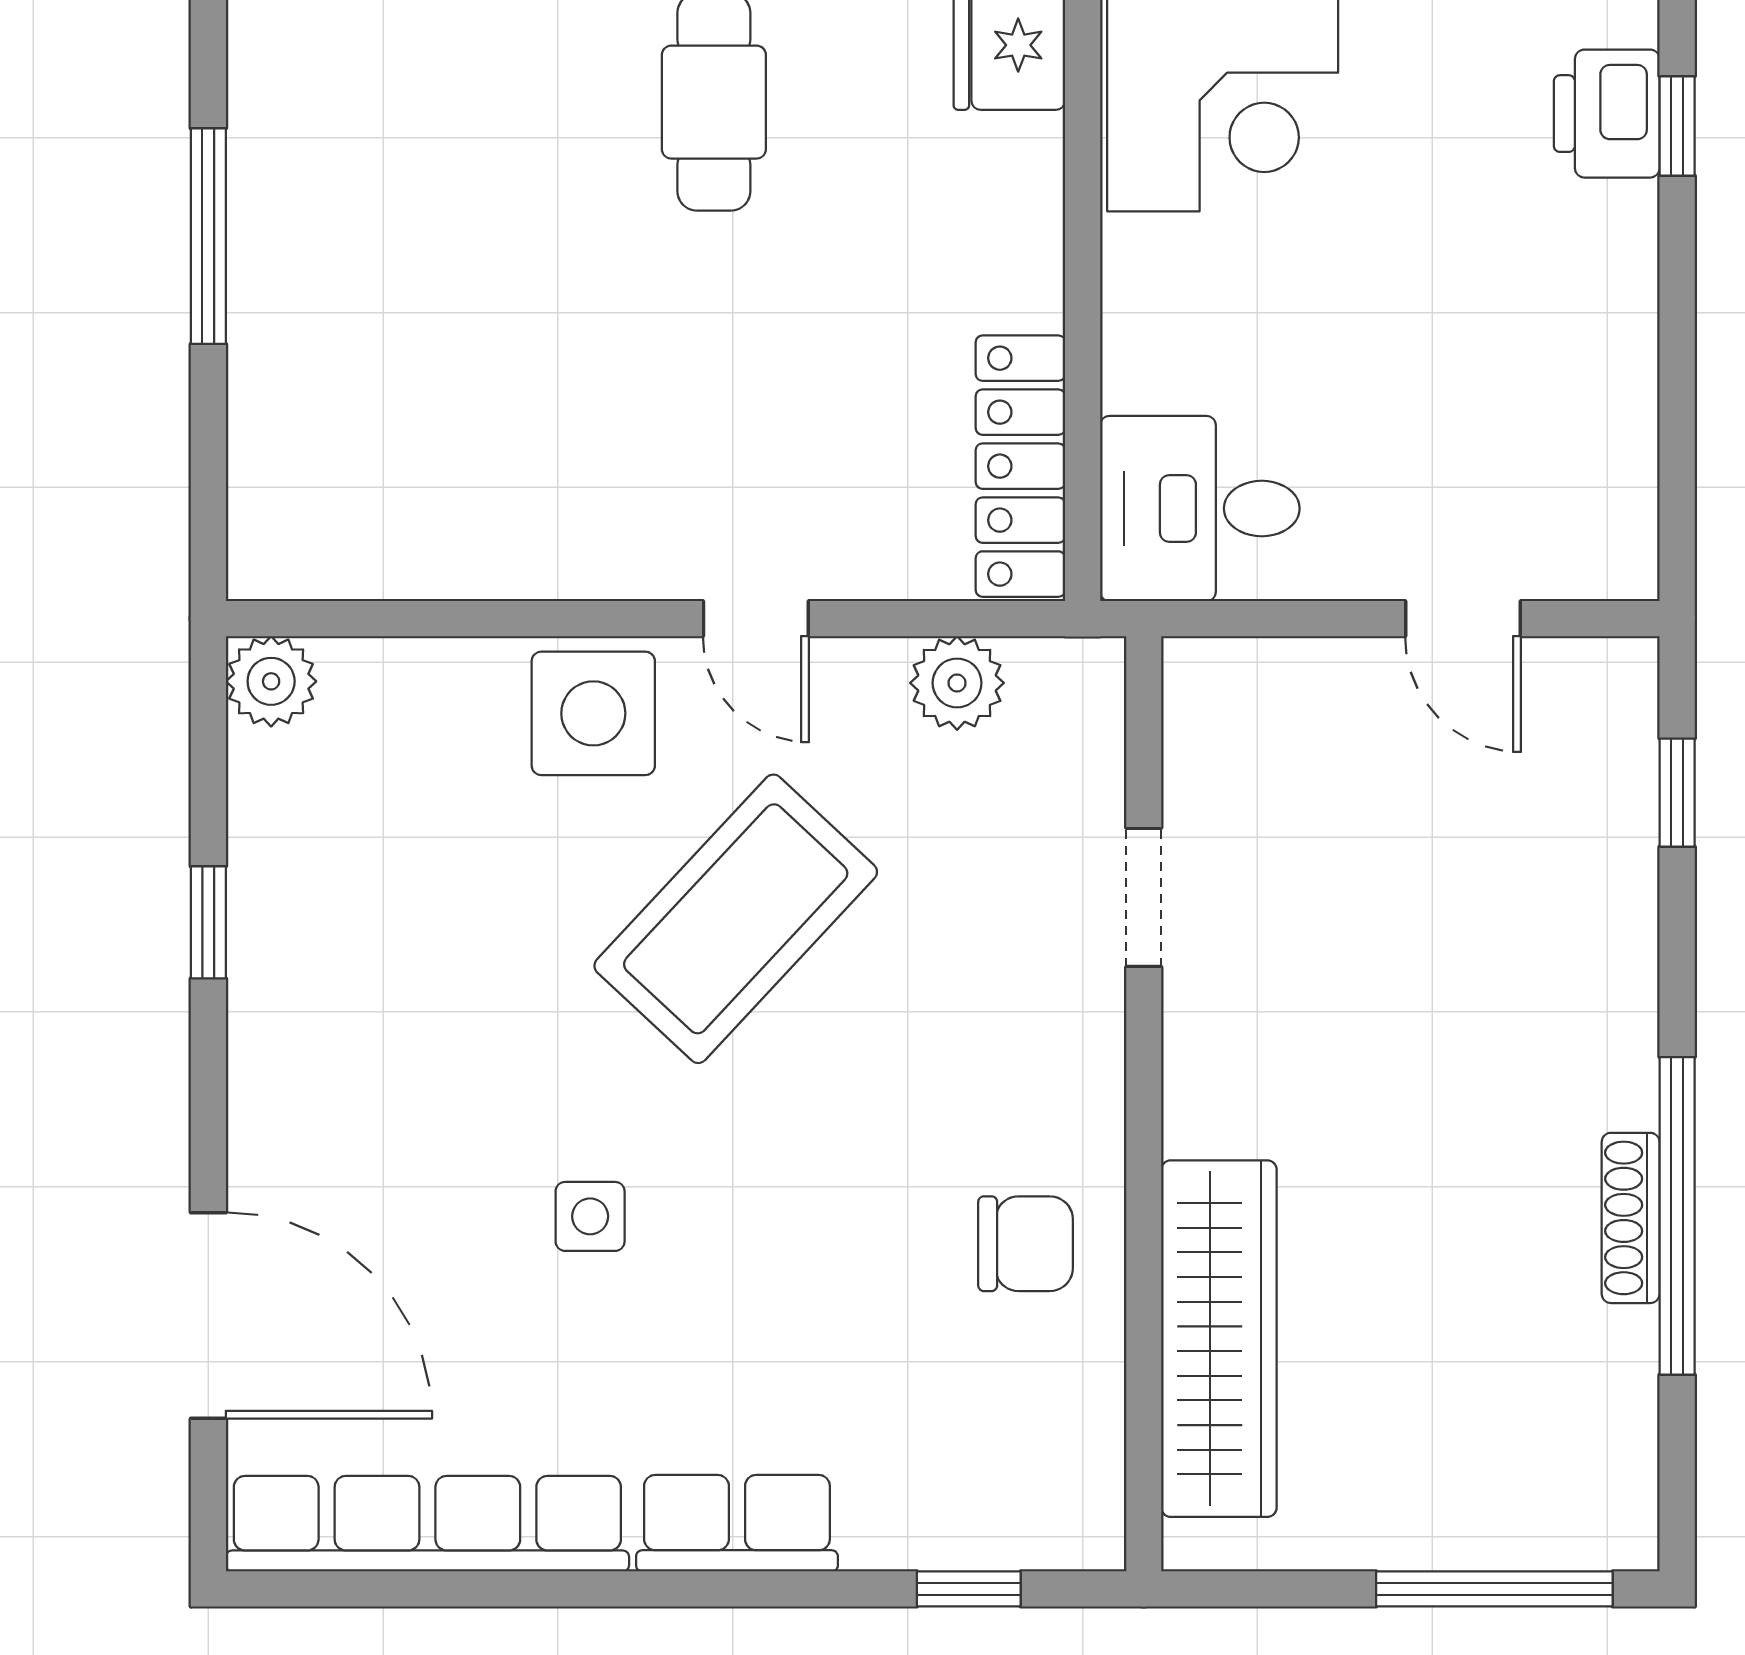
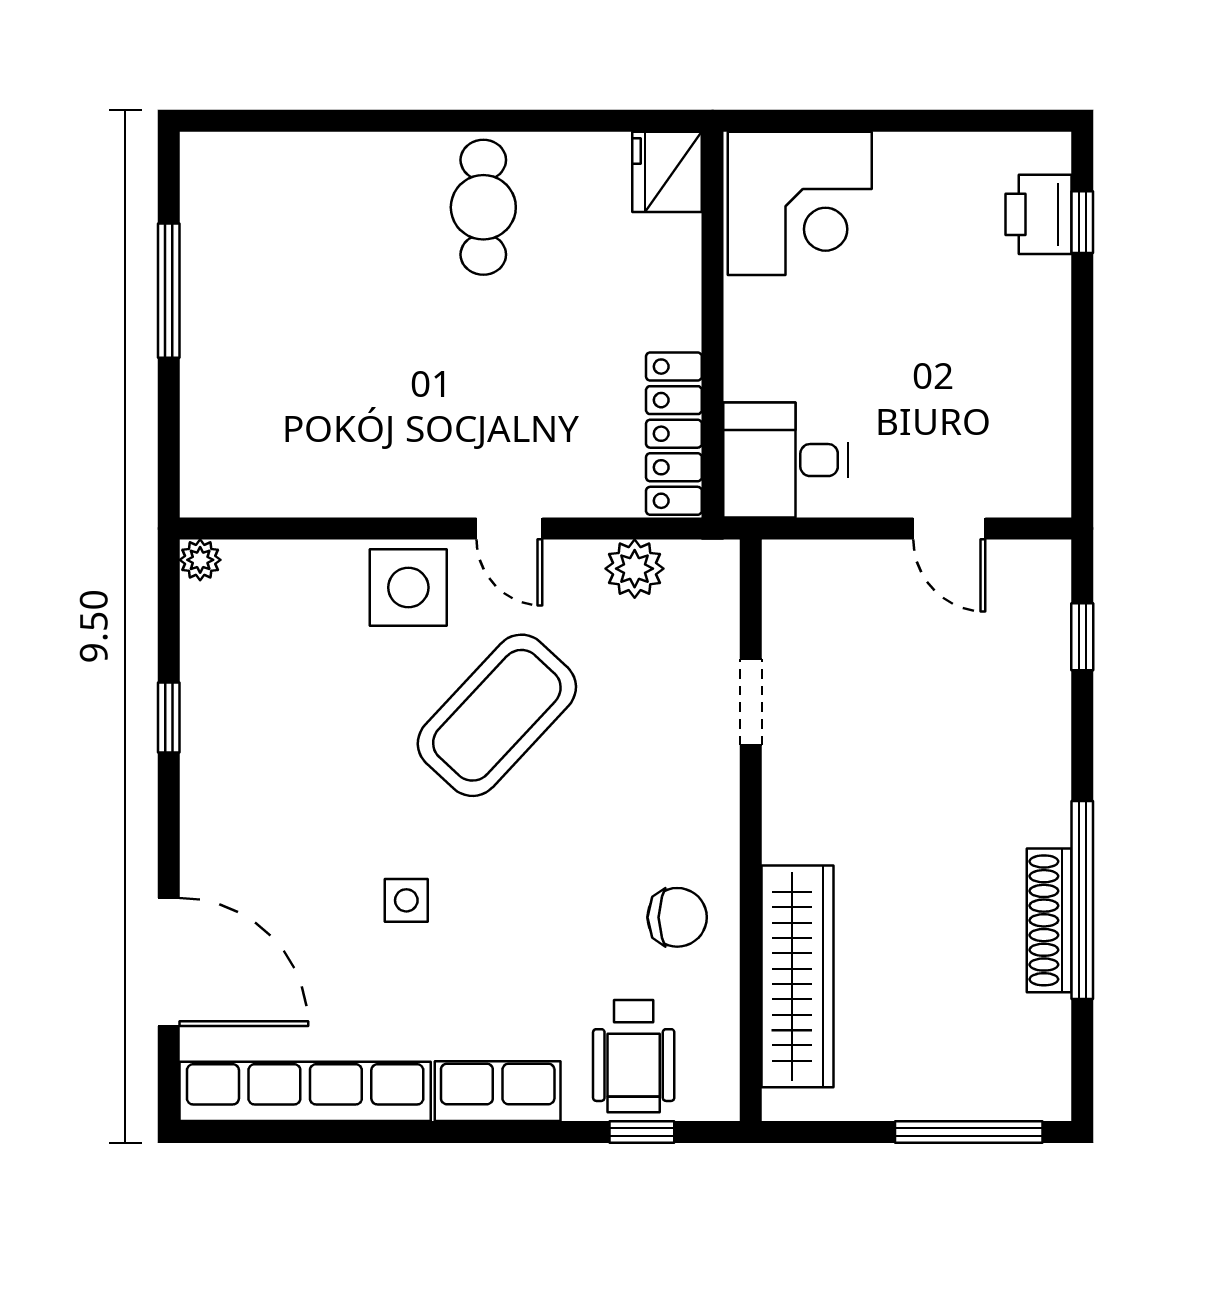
plant: (271, 681) -> (200, 560), width x0.73, depth x0.73
shoe rack: (1631, 1218) -> (1049, 920), width x1.36, depth x1.24
wheelchair: (956, 1467) -> (634, 1056), added

